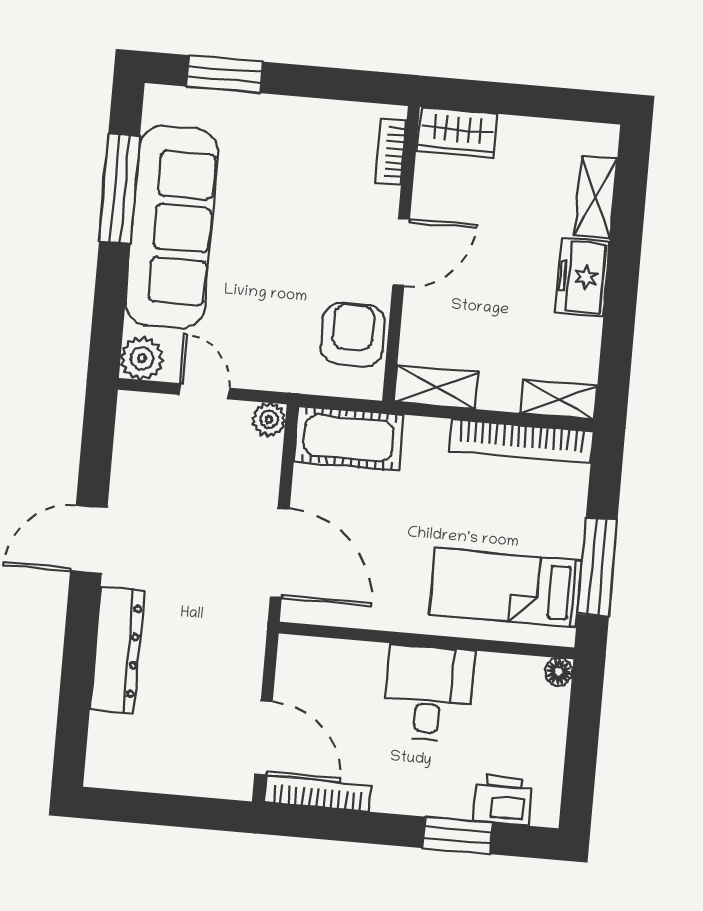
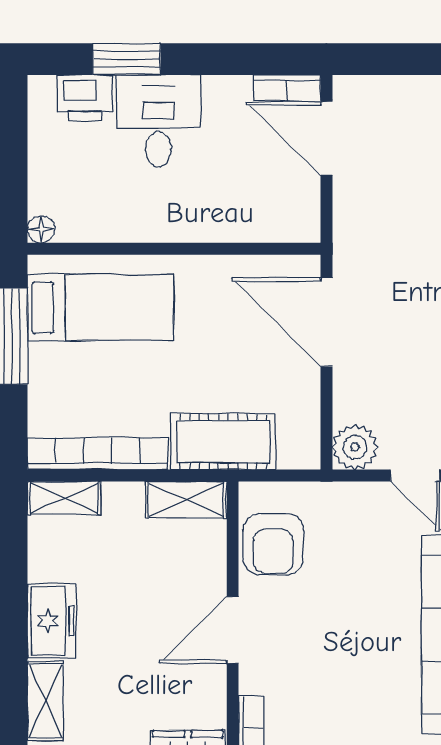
plant: (269, 419) -> (355, 447), width x1.38, depth x1.38
cot: (349, 438) -> (223, 442), moved
desk: (429, 693) -> (158, 121), moved, turned 180
bookcase: (318, 794) -> (287, 88), width x0.64

